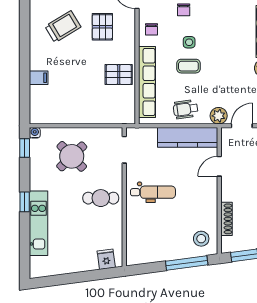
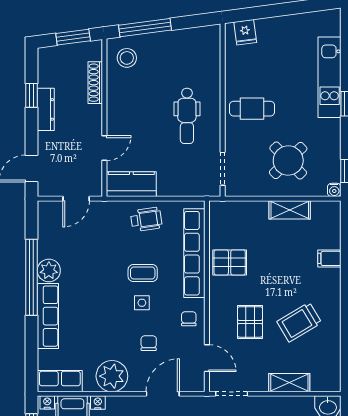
plant: (219, 116) -> (105, 211), removed
shelving: (70, 117) -> (290, 210), added
kitchen counter: (188, 137) -> (131, 184), width x0.67
dental chair: (153, 192) -> (187, 116), turned -90

